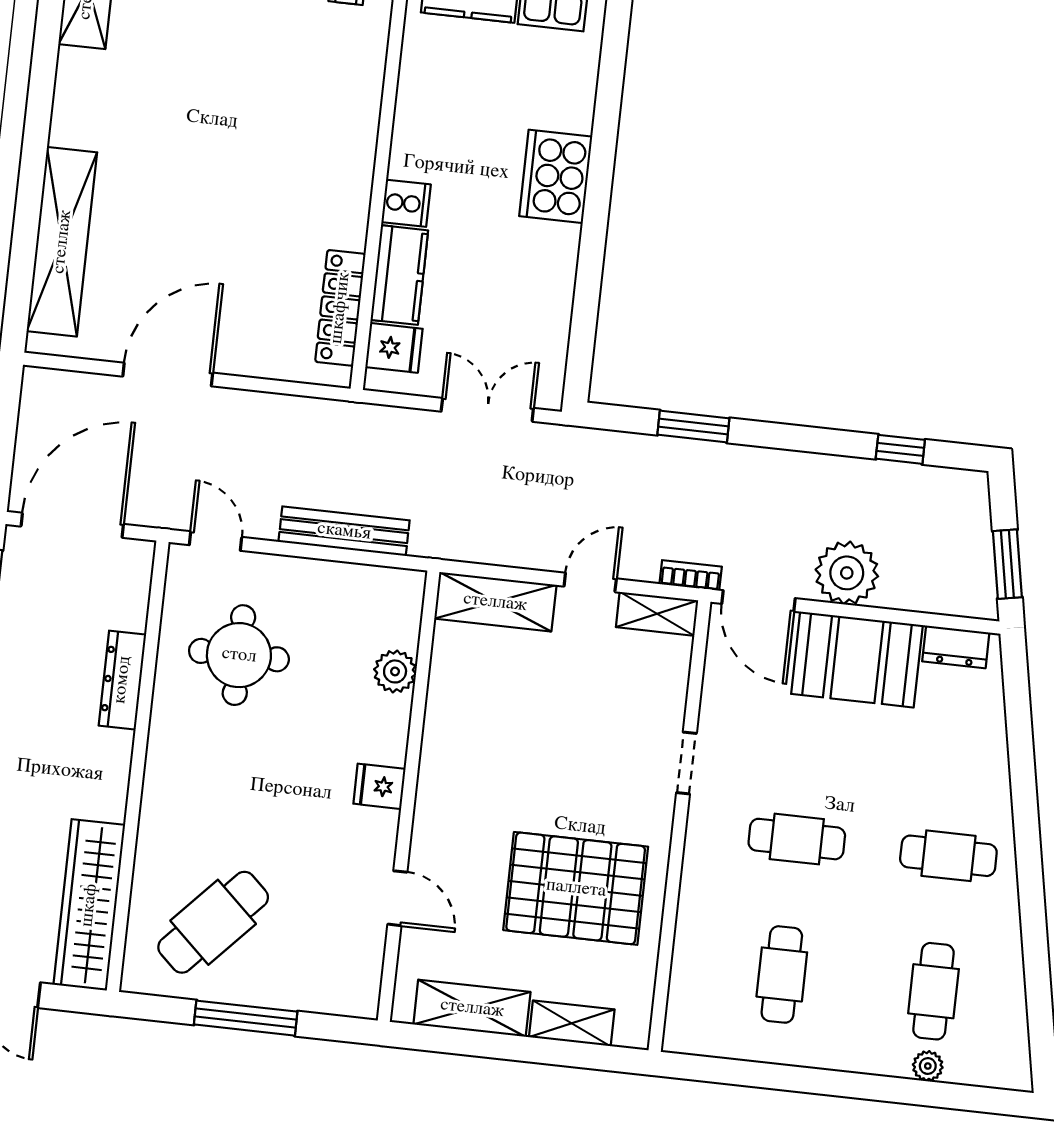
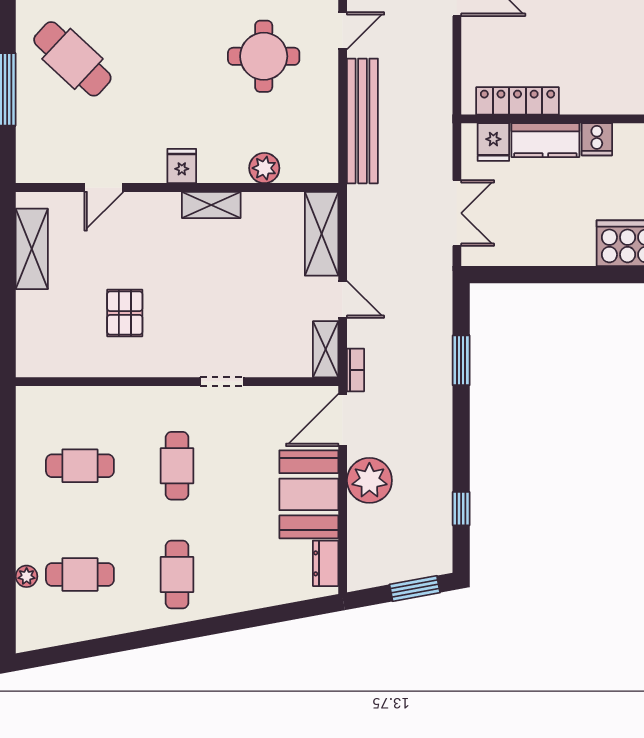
bench: (344, 531) -> (362, 121), width x1.37, depth x1.21
window: (1007, 564) -> (415, 589), moved
pallet: (576, 888) -> (125, 313), width x0.49, depth x0.50
shelving: (572, 1023) -> (211, 205), moved, turned 90

